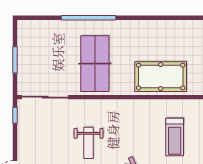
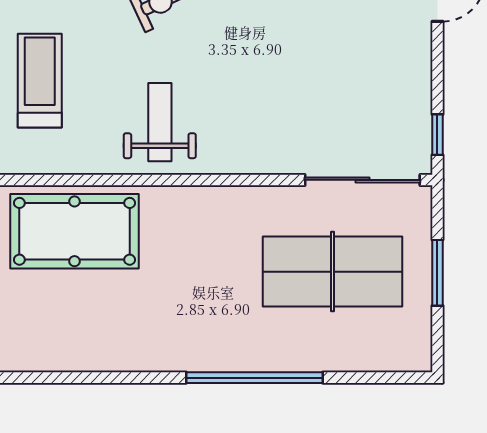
table tennis table: (95, 64) -> (333, 272), moved, turned 90
weight bench: (89, 143) -> (160, 122), moved

